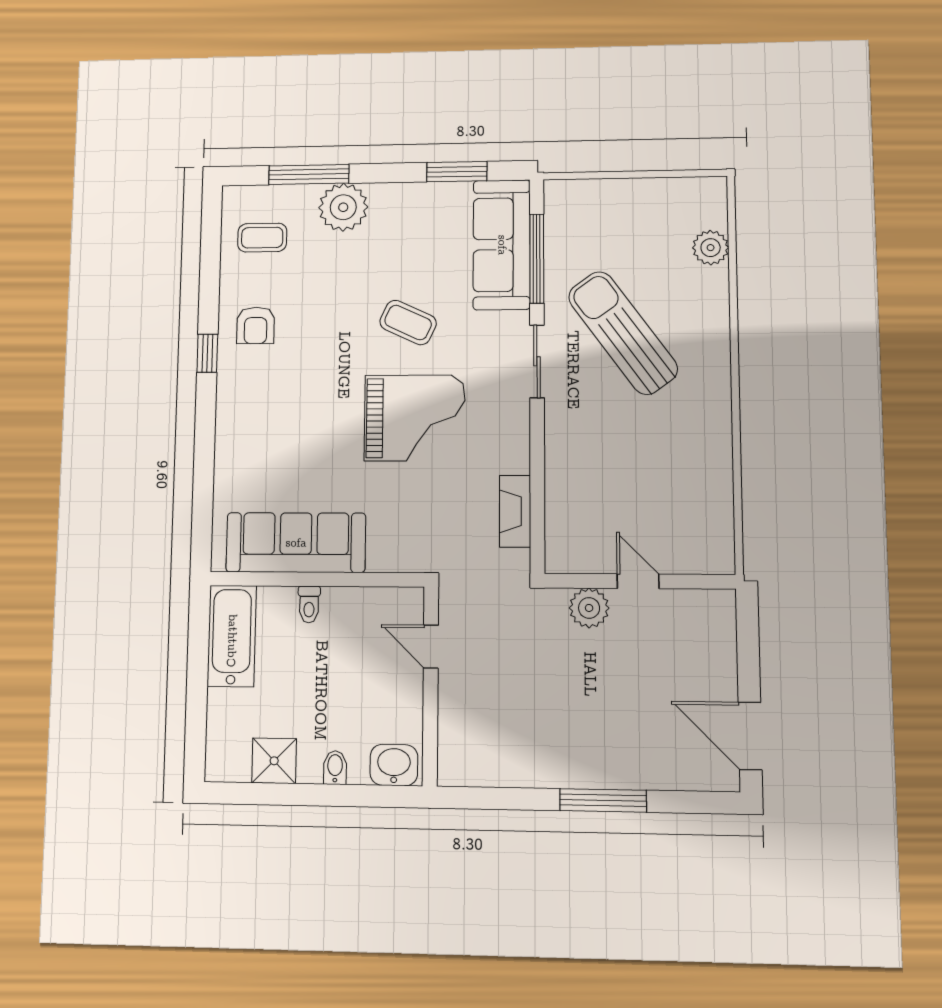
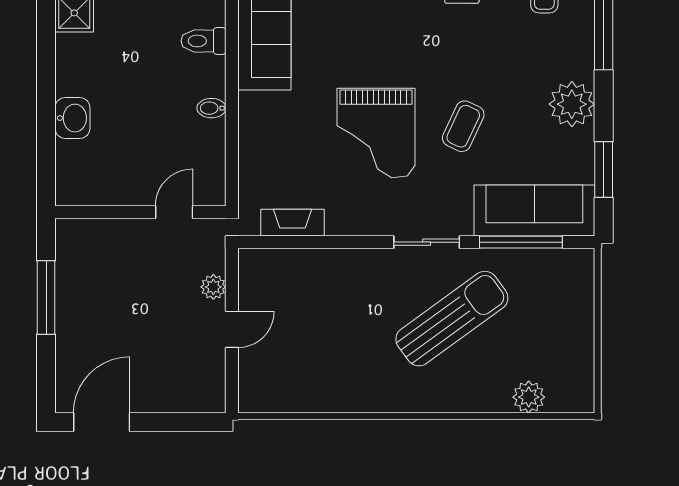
plant: (343, 207) -> (572, 104), moved
toilet: (309, 604) -> (204, 41), width x1.37, depth x1.39
plant: (589, 608) -> (213, 287), width x0.73, depth x0.73
door: (431, 647) -> (174, 212), moved
wall: (431, 686) -> (140, 212), moved
bidet: (335, 768) -> (211, 108), moved, turned 180

